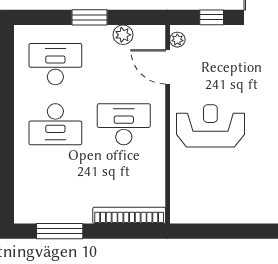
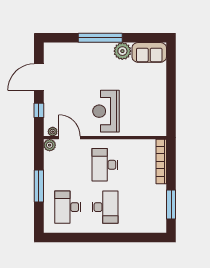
window: (89, 17) -> (39, 186), width x1.44
plant: (123, 35) -> (50, 145), moved
door: (168, 67) -> (69, 138), swing flipped

